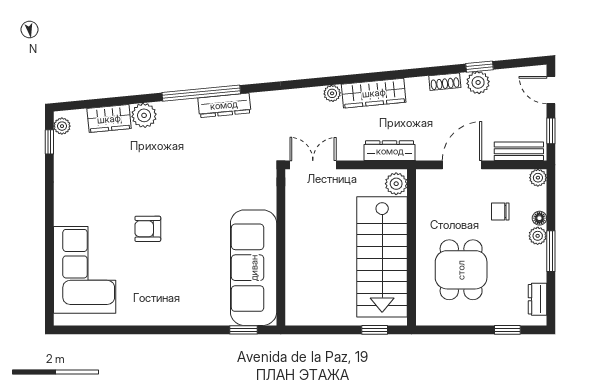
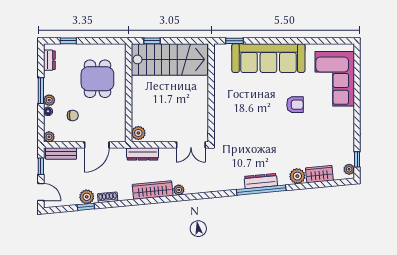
dresser: (224, 105) -> (261, 181), moved
stairs: (382, 257) -> (169, 59), moved, turned 90
sofa: (254, 268) -> (268, 58), moved, turned 90

